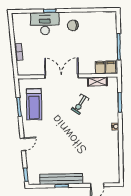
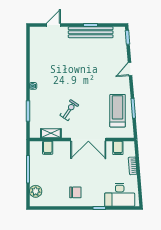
desk: (45, 24) -> (120, 195), moved
plant: (111, 26) -> (36, 191), added
filing cabinet: (111, 67) -> (118, 148), moved

